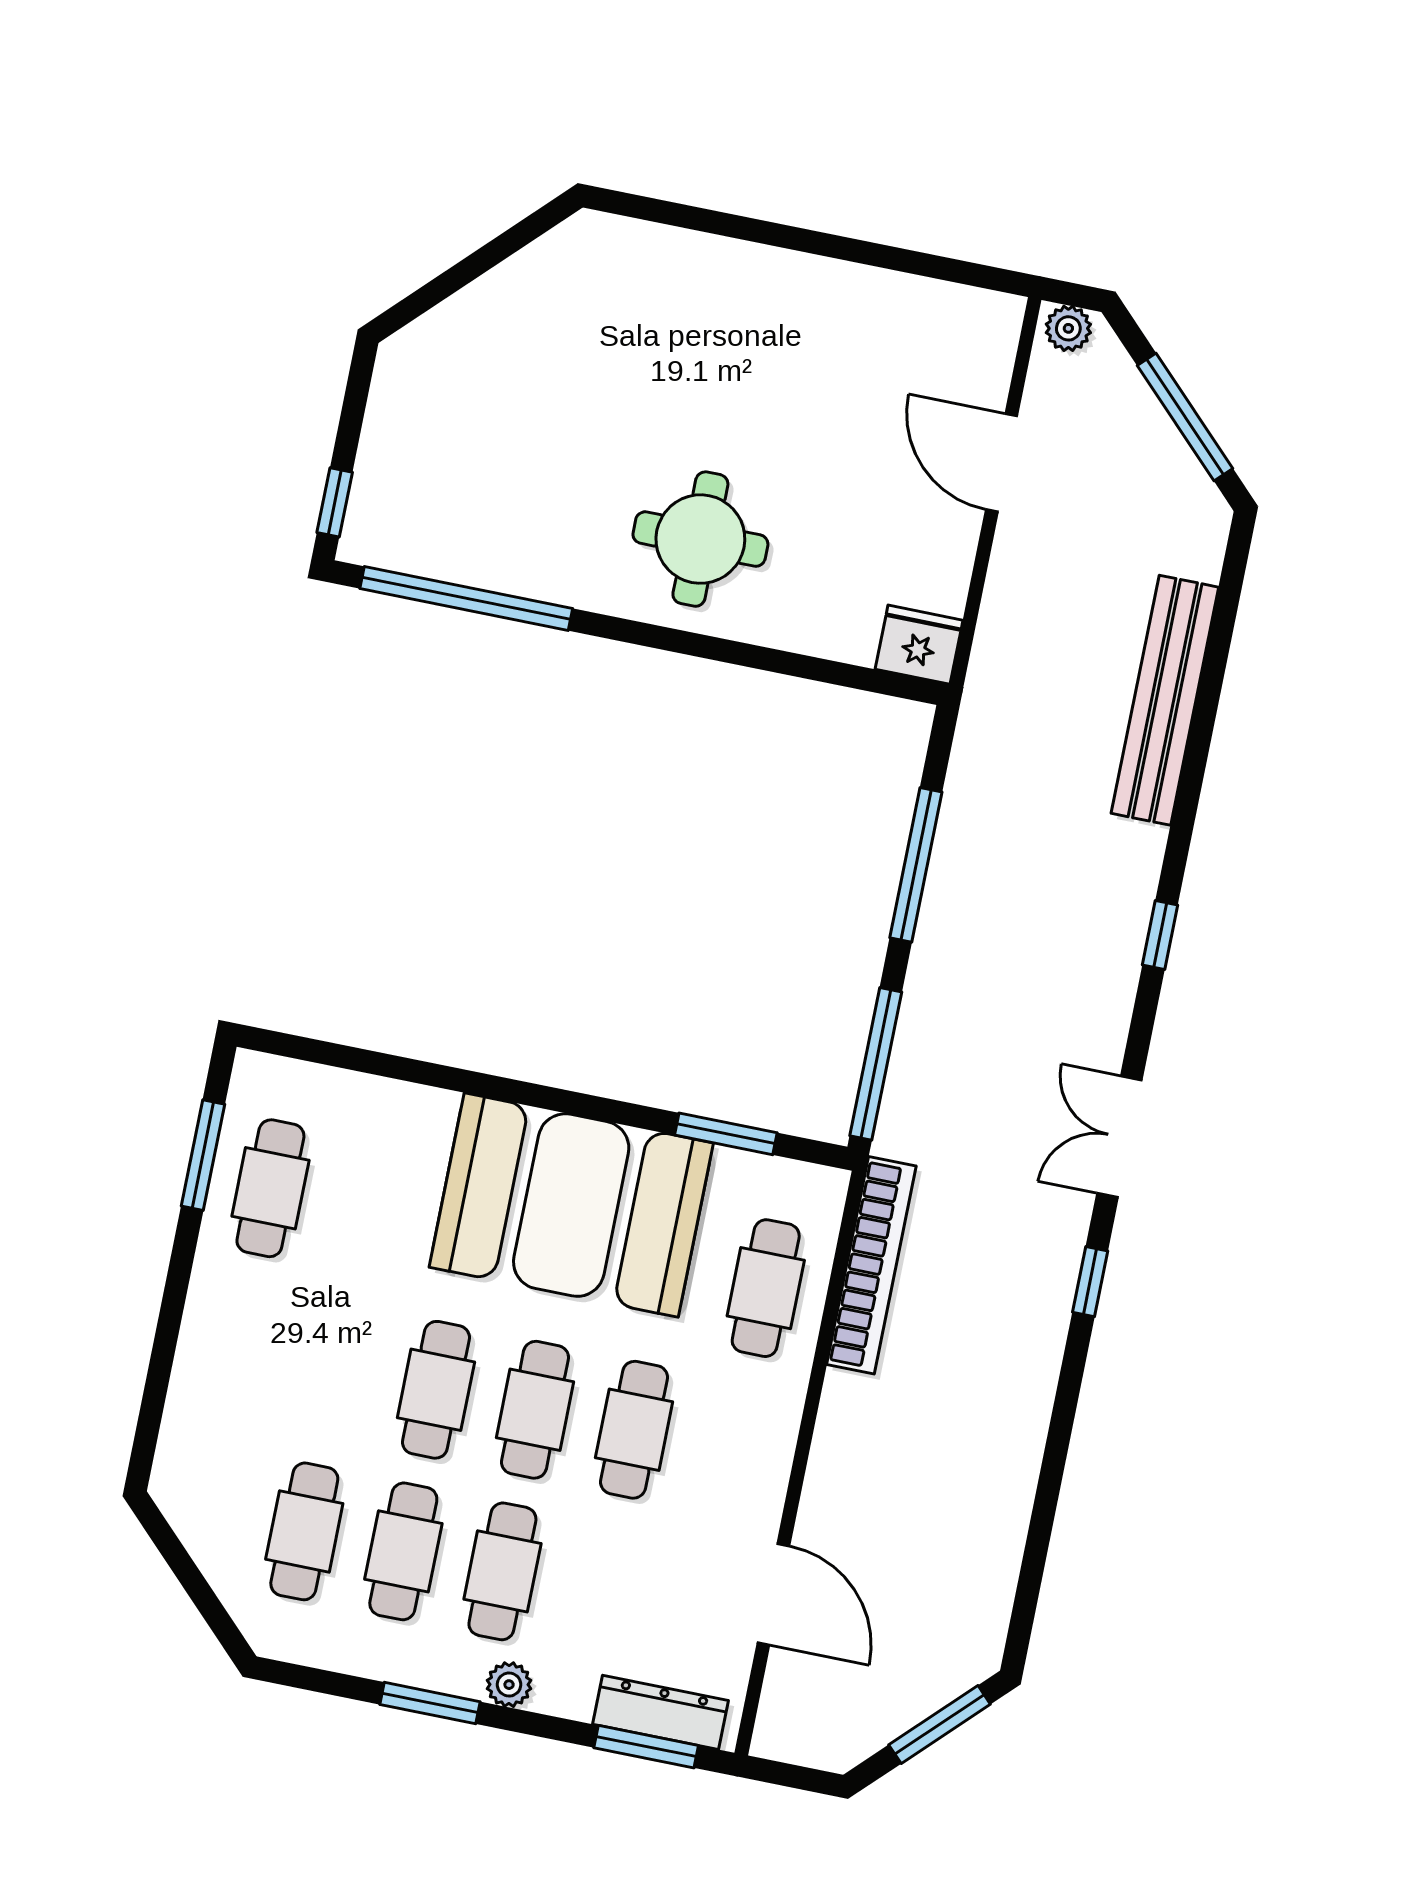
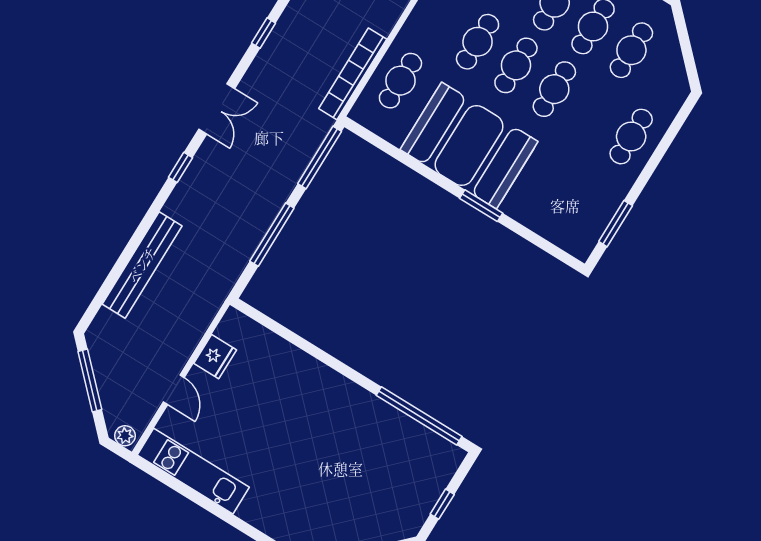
kitchen unit: (898, 307) -> (193, 471), added
door: (1002, 463) -> (174, 390), width x0.73
window: (335, 502) -> (442, 504), moved
round table: (700, 539) -> (312, 404), removed
fridge: (919, 645) -> (215, 357), moved, turned -90
window: (726, 1134) -> (481, 206), moved
double door: (1119, 1137) -> (217, 109), moved
cafe table: (270, 1188) -> (631, 137), moved

